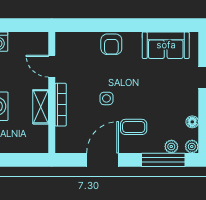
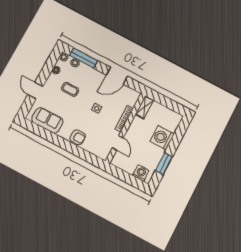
armchair: (111, 44) -> (78, 137), turned 90
shelving: (41, 107) -> (144, 107), moved
coffee table: (134, 127) -> (70, 89), moved

